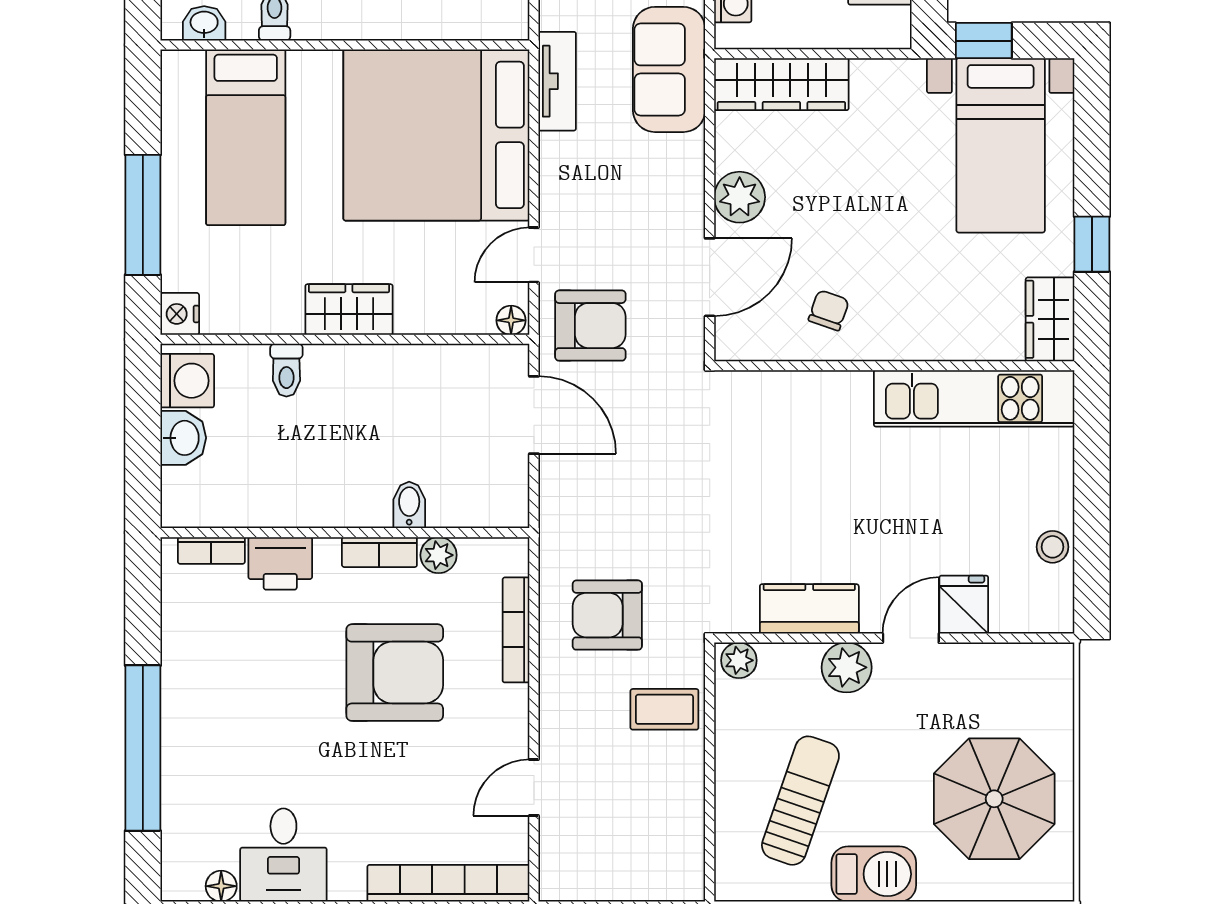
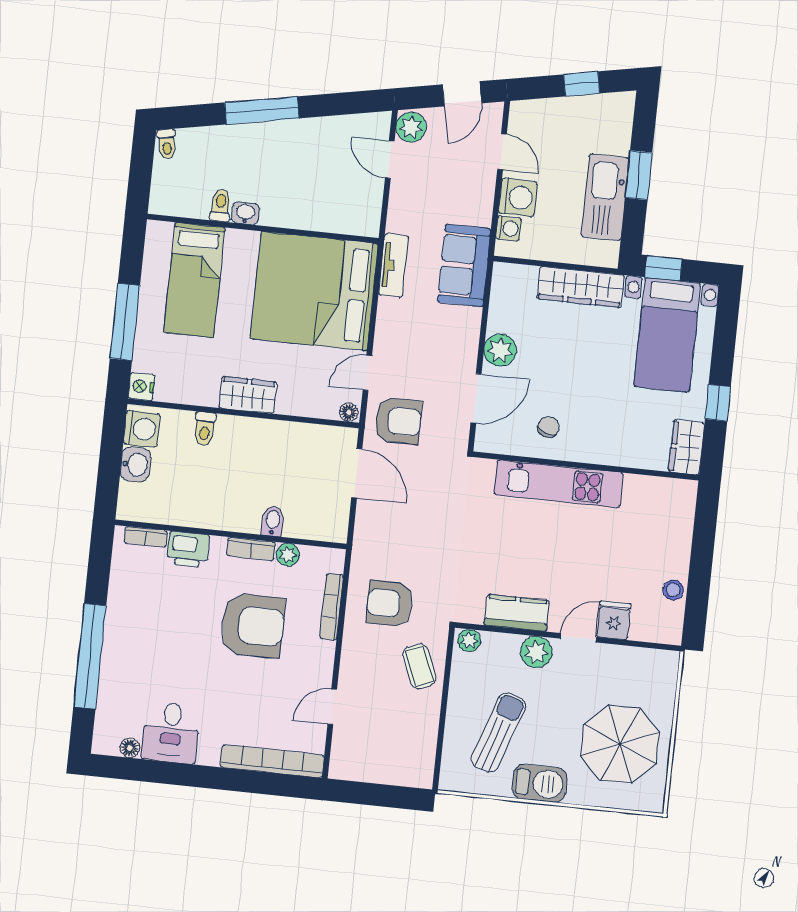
washbasin: (204, 23) -> (245, 213), moved
wardrobe: (781, 84) -> (581, 287), moved
kitchen unit: (974, 398) -> (559, 484), moved
coffee table: (664, 709) -> (419, 666), turned 68

